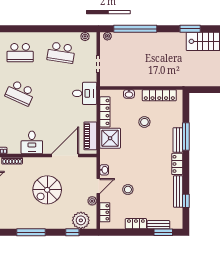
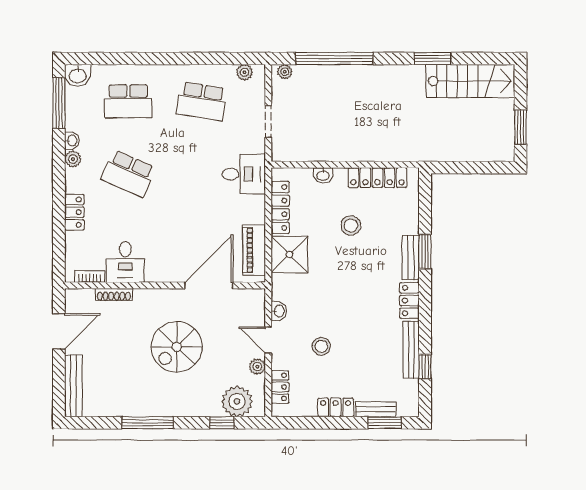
window: (186, 137) -> (425, 251), width x0.69
desk: (32, 142) -> (125, 262), moved
door: (98, 186) -> (268, 340), swing flipped

